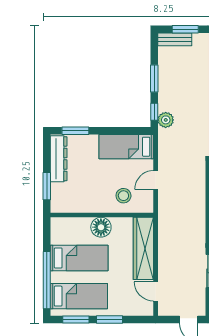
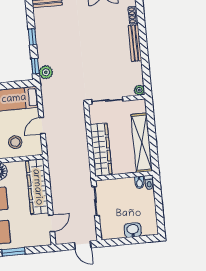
window: (154, 78) -> (32, 37), width x0.67
door: (156, 291) -> (52, 223), swing flipped

